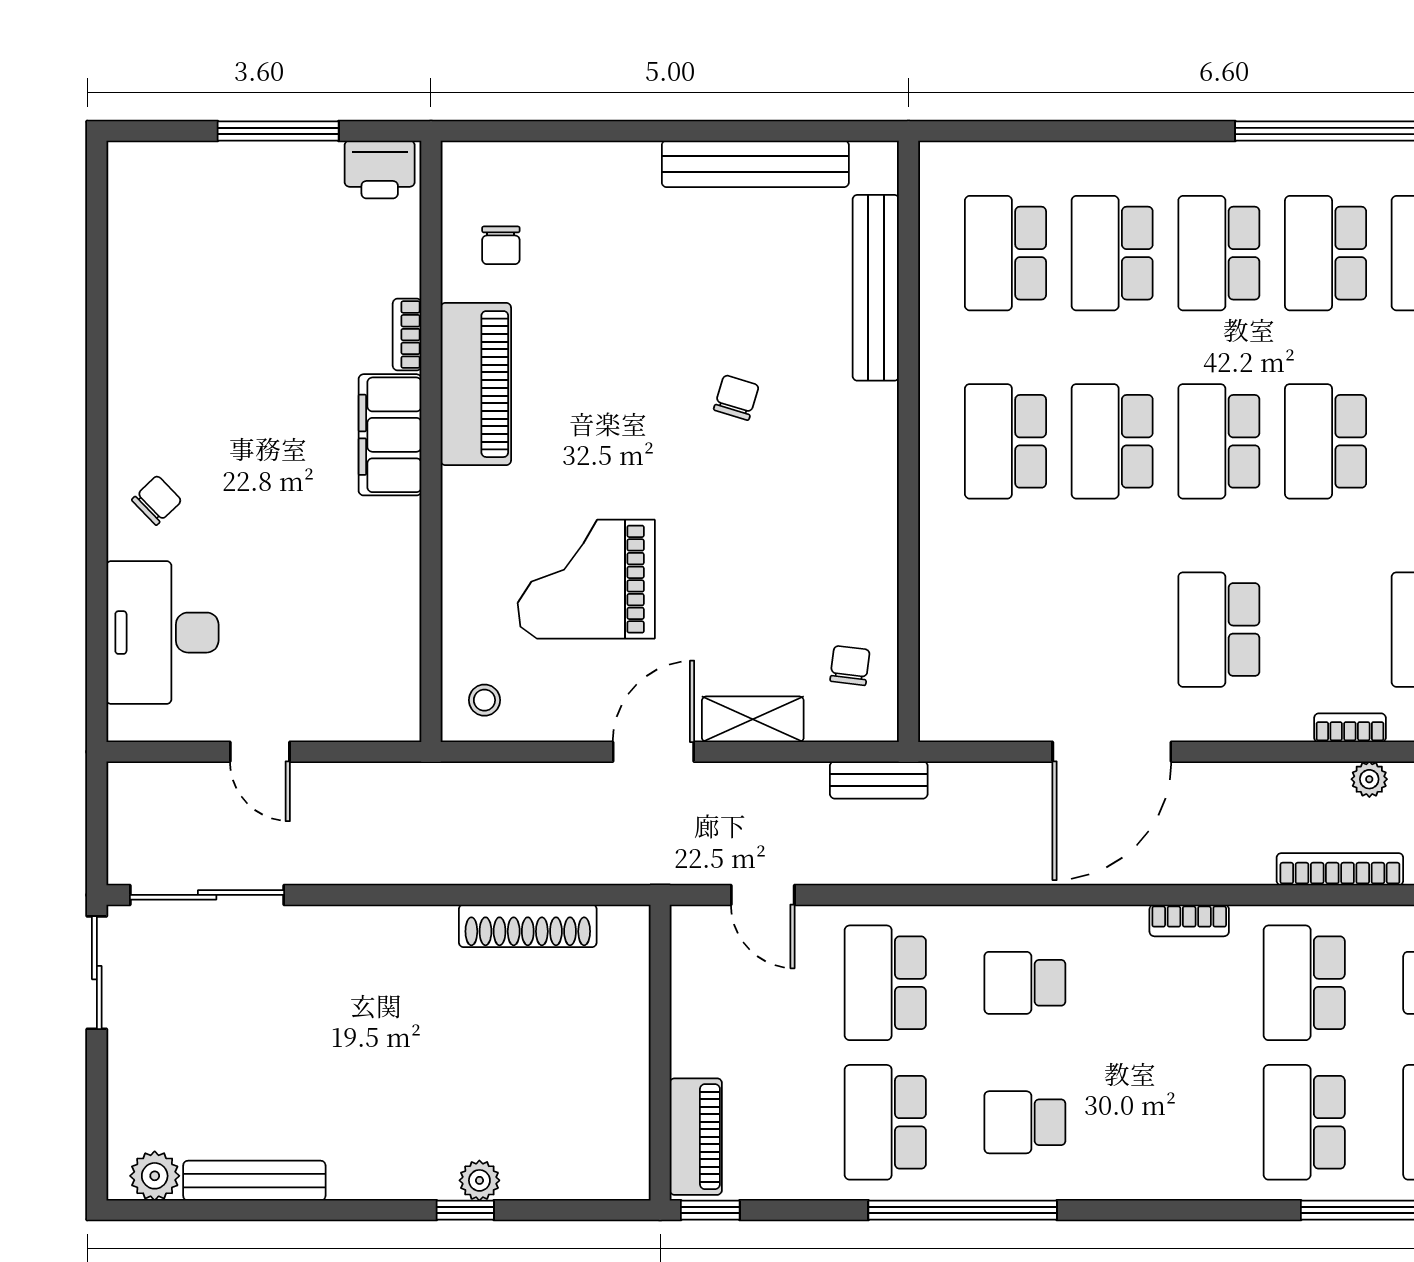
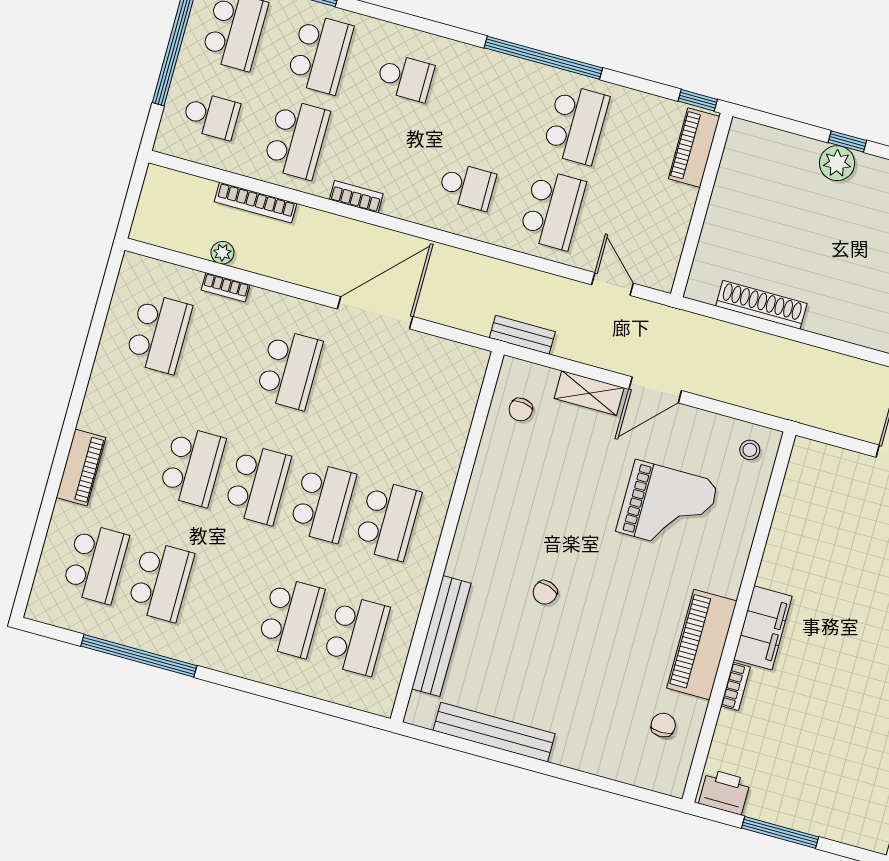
school desk: (1219, 253) -> (226, 599), removed
school desk: (1025, 1122) -> (405, 77), moved
plant: (479, 1180) -> (837, 163), width x1.38, depth x1.38

